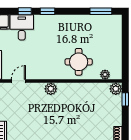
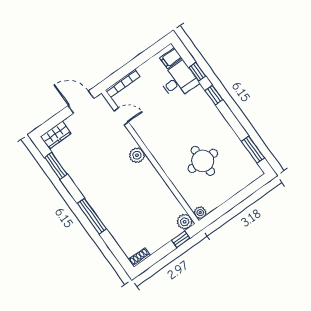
round table: (79, 62) -> (203, 161), moved
plant: (105, 75) -> (200, 213), moved

